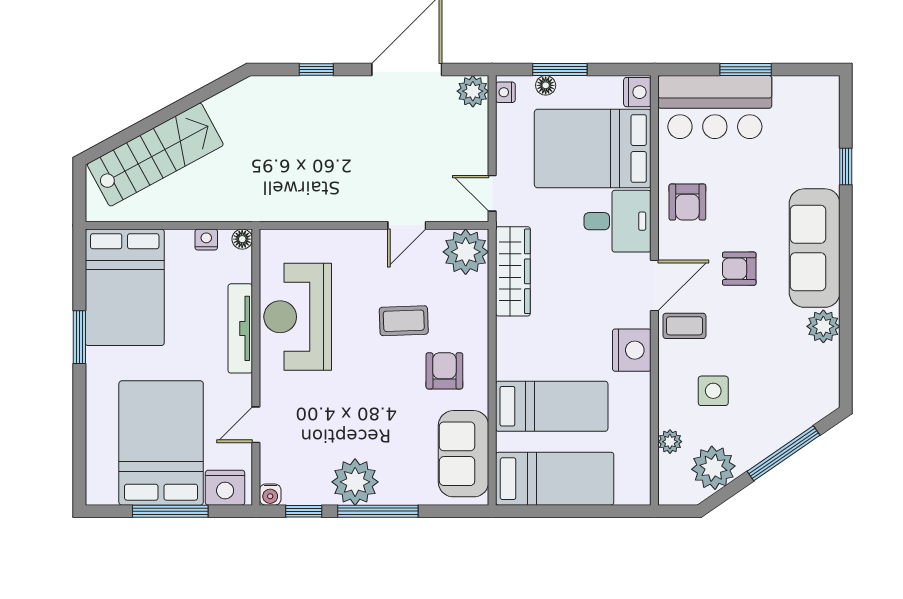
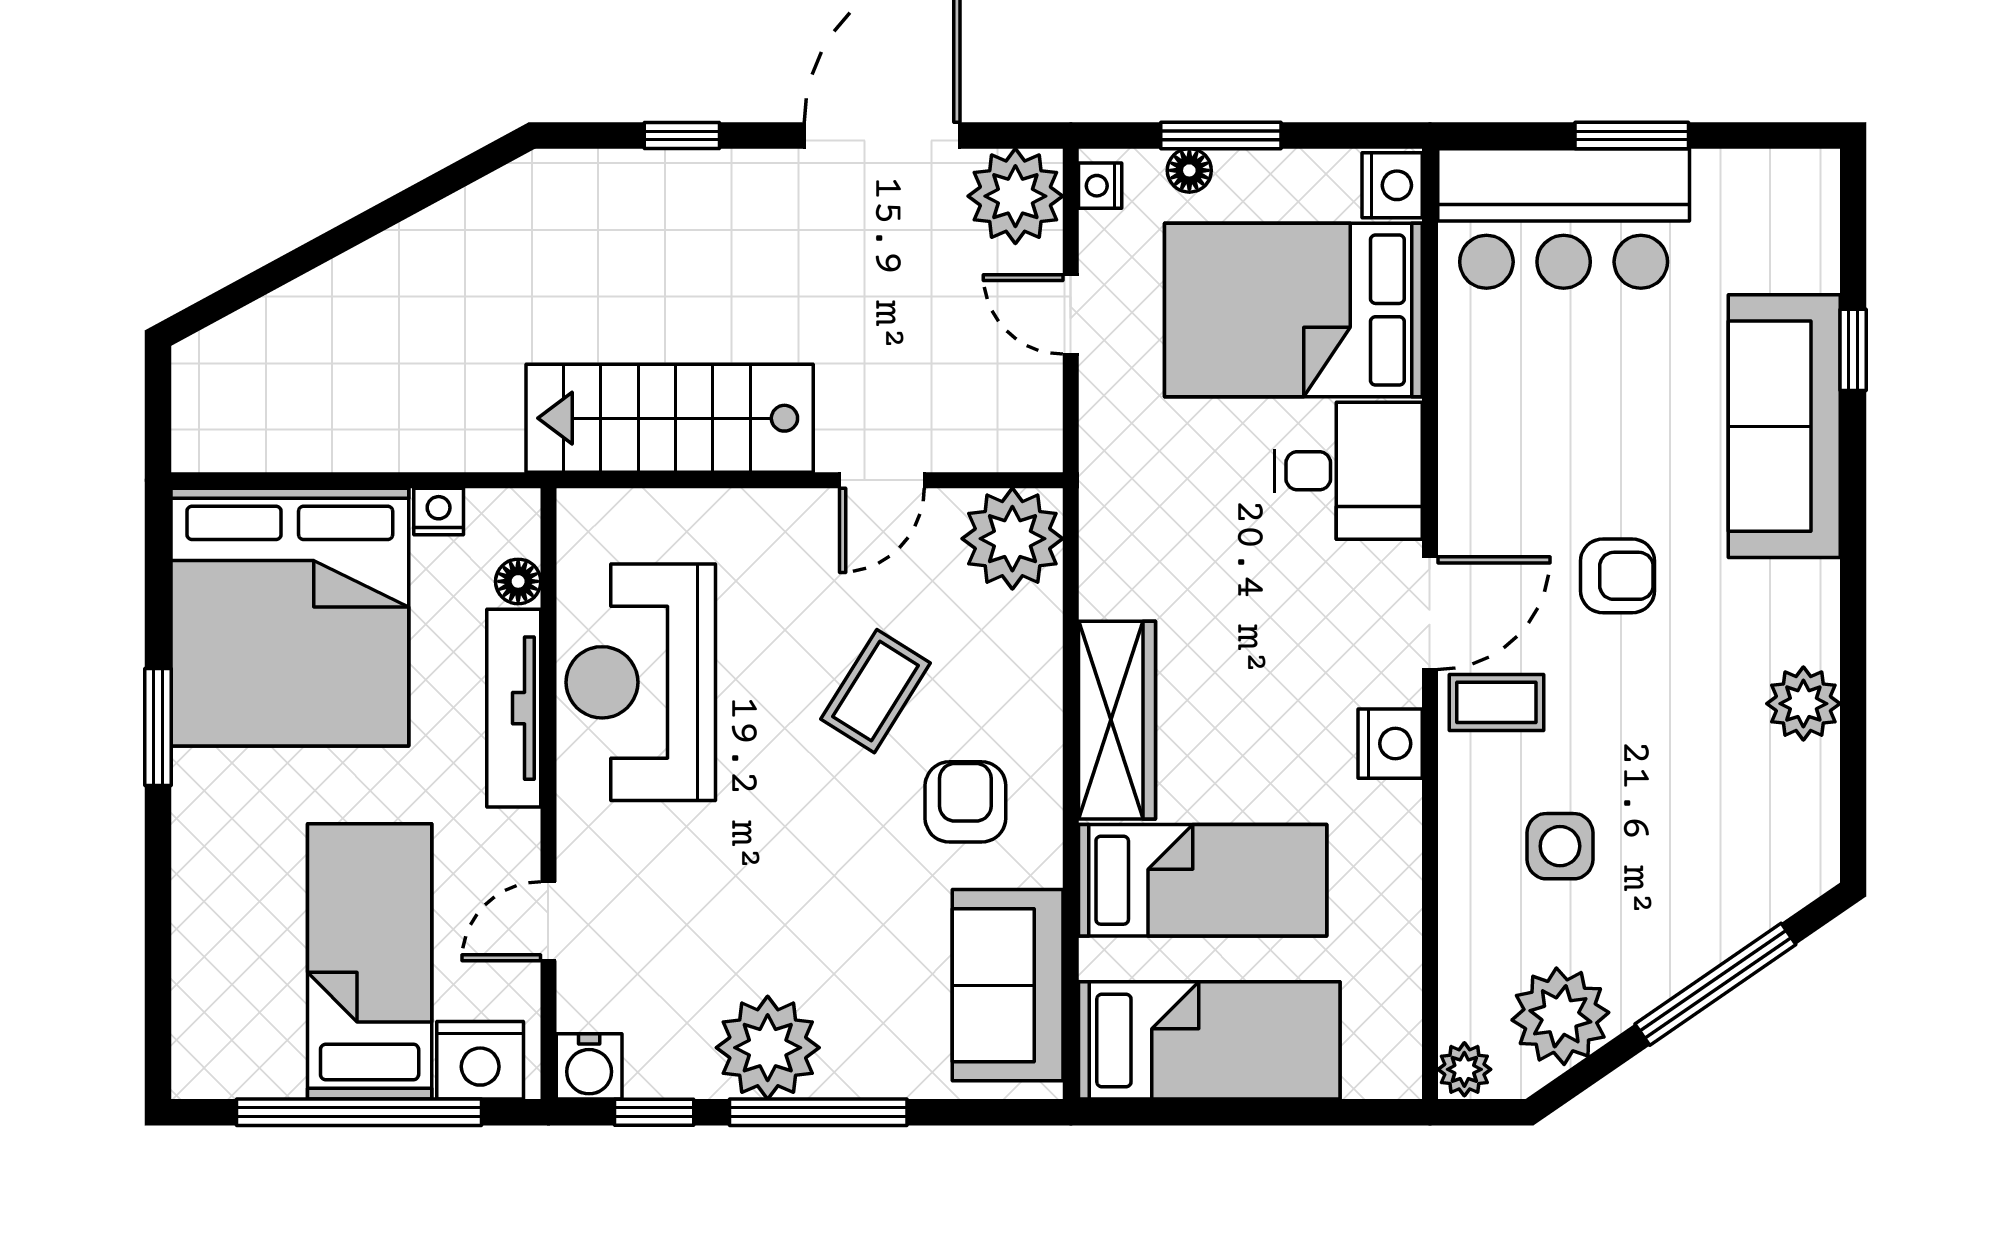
plant: (473, 91) -> (1015, 196), width x1.36, depth x1.36
stairs: (155, 155) -> (670, 418), moved, turned -152
door: (492, 193) -> (1071, 314), moved
armchair: (687, 202) -> (1503, 428), removed
floor lamp: (242, 239) -> (518, 581), moved
sofa: (815, 248) -> (1784, 426), moved
armchair: (739, 269) -> (1618, 576), turned 180
wardrobe: (513, 271) -> (1117, 720), moved
bed: (125, 287) -> (290, 617), width x1.36
coffee table: (404, 321) -> (876, 691), turned -56
nightstand: (632, 350) -> (1390, 744), width x0.74, depth x0.75
plant: (670, 442) -> (1464, 1069), moved
bed: (161, 443) -> (370, 961), width x0.67
water cooler: (270, 495) -> (589, 1066), width x1.38, depth x1.38
window: (170, 511) -> (359, 1112), width x1.46

